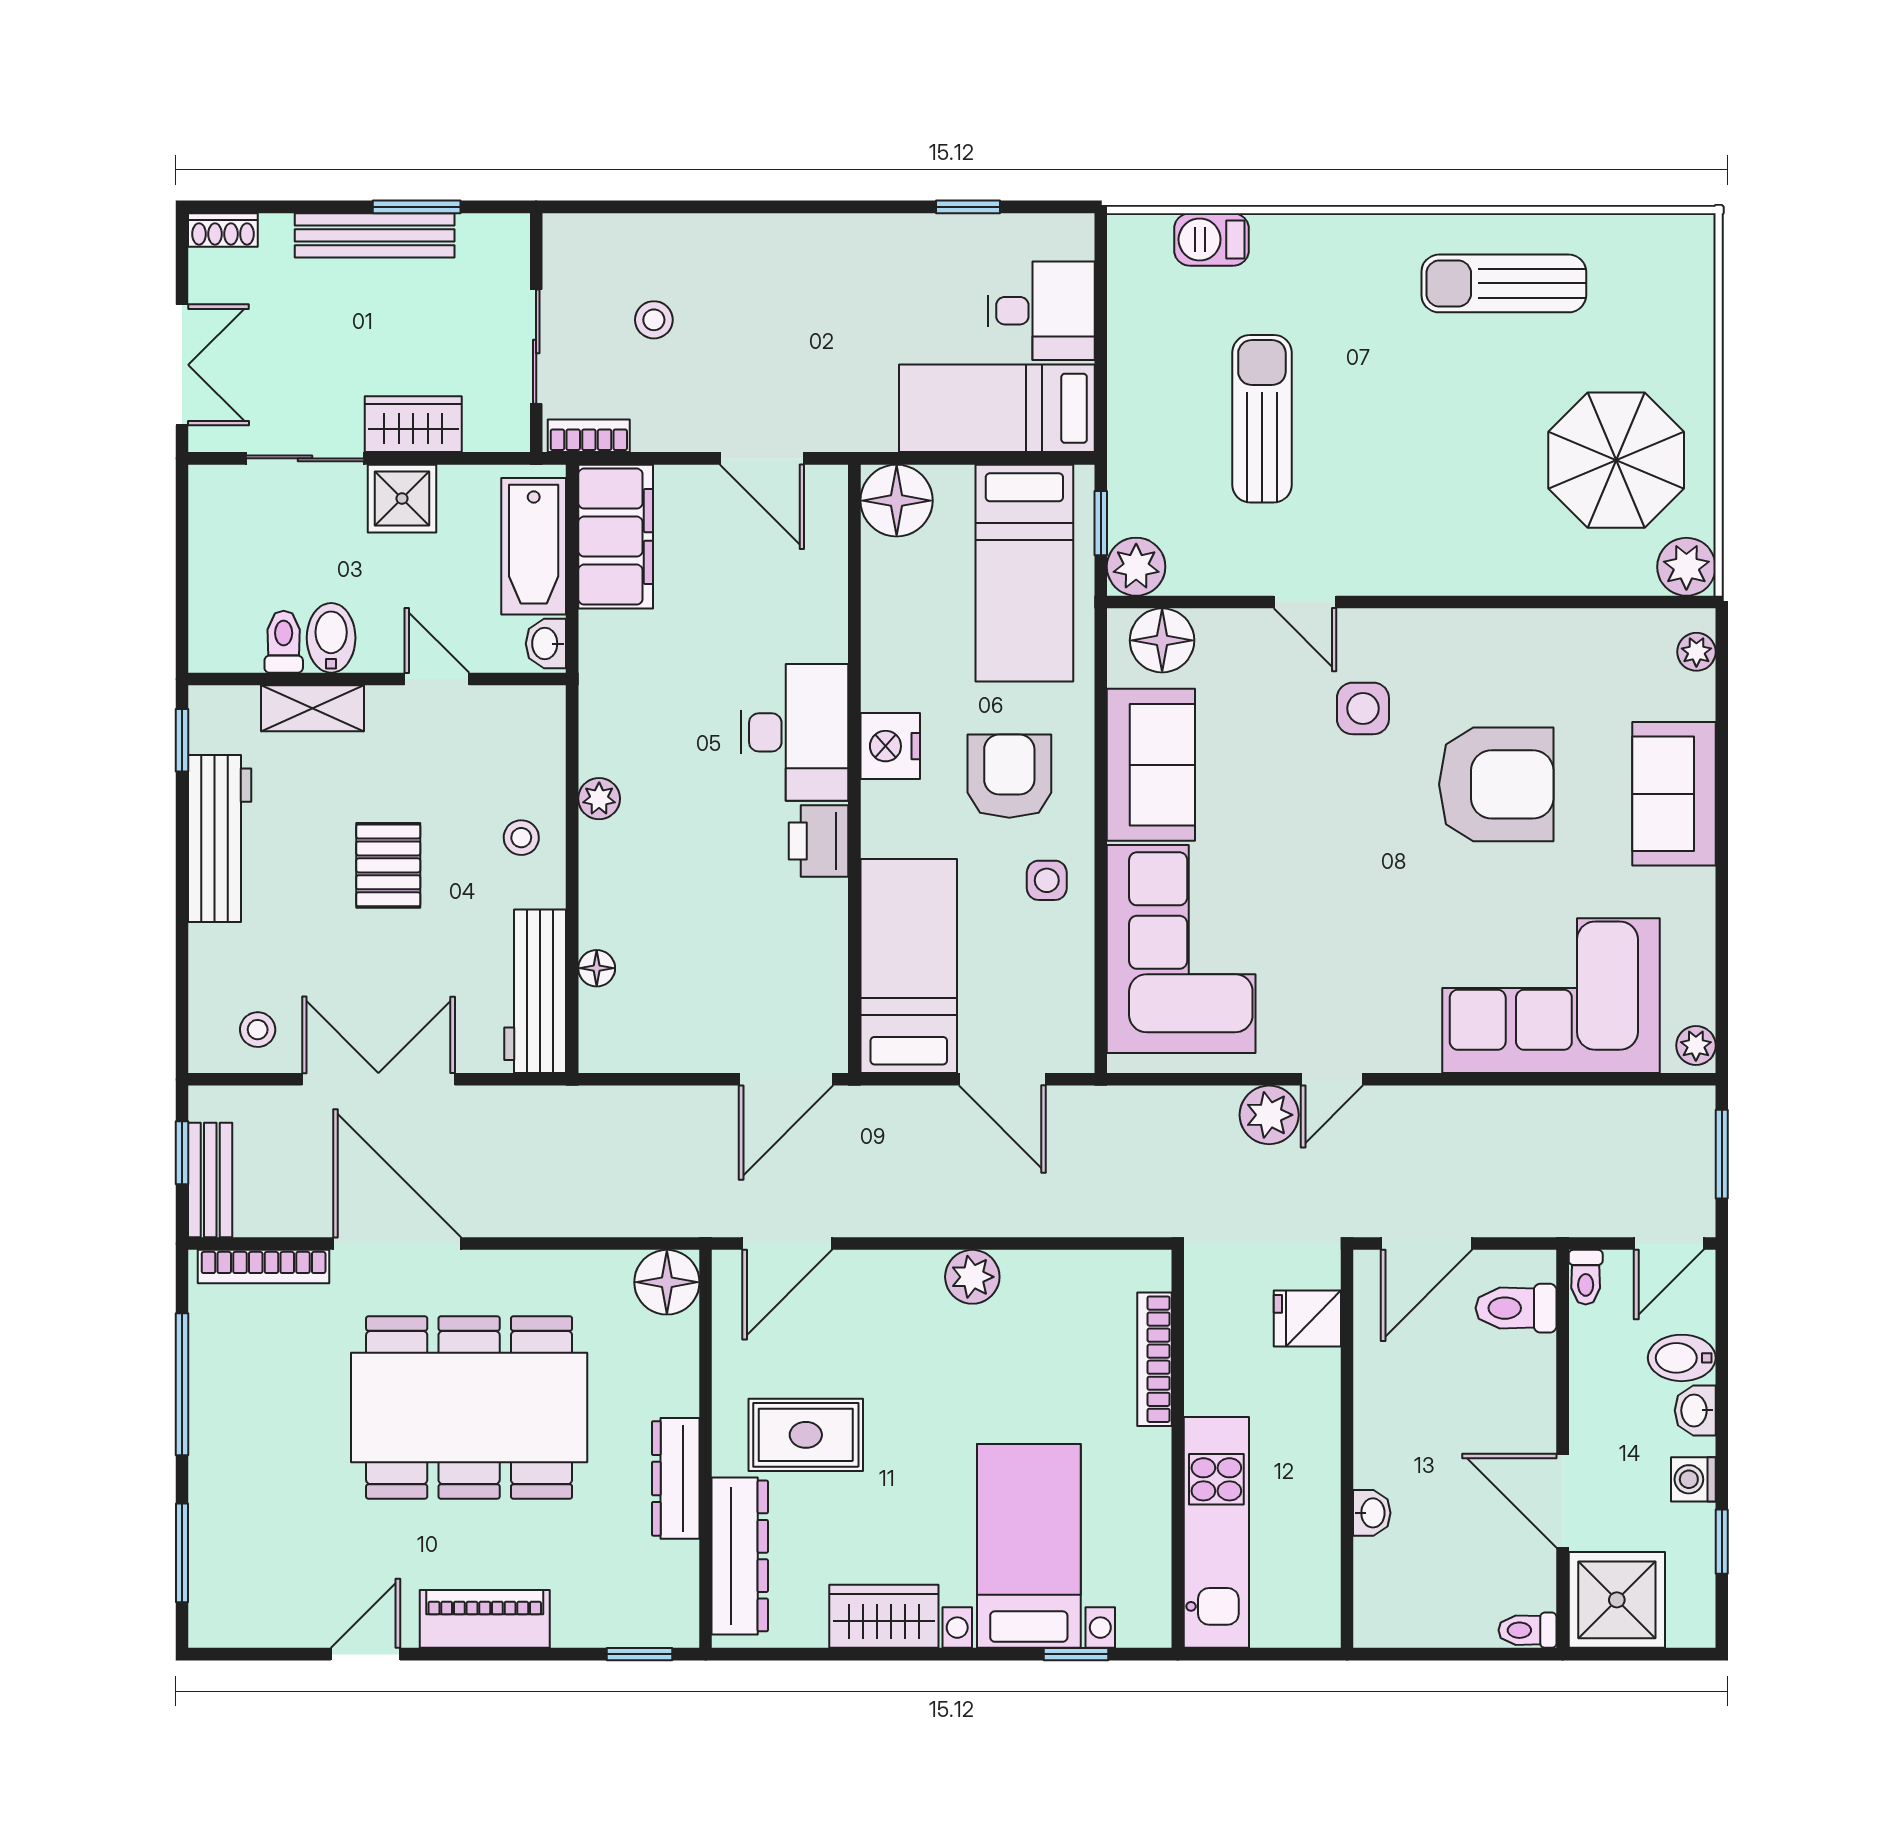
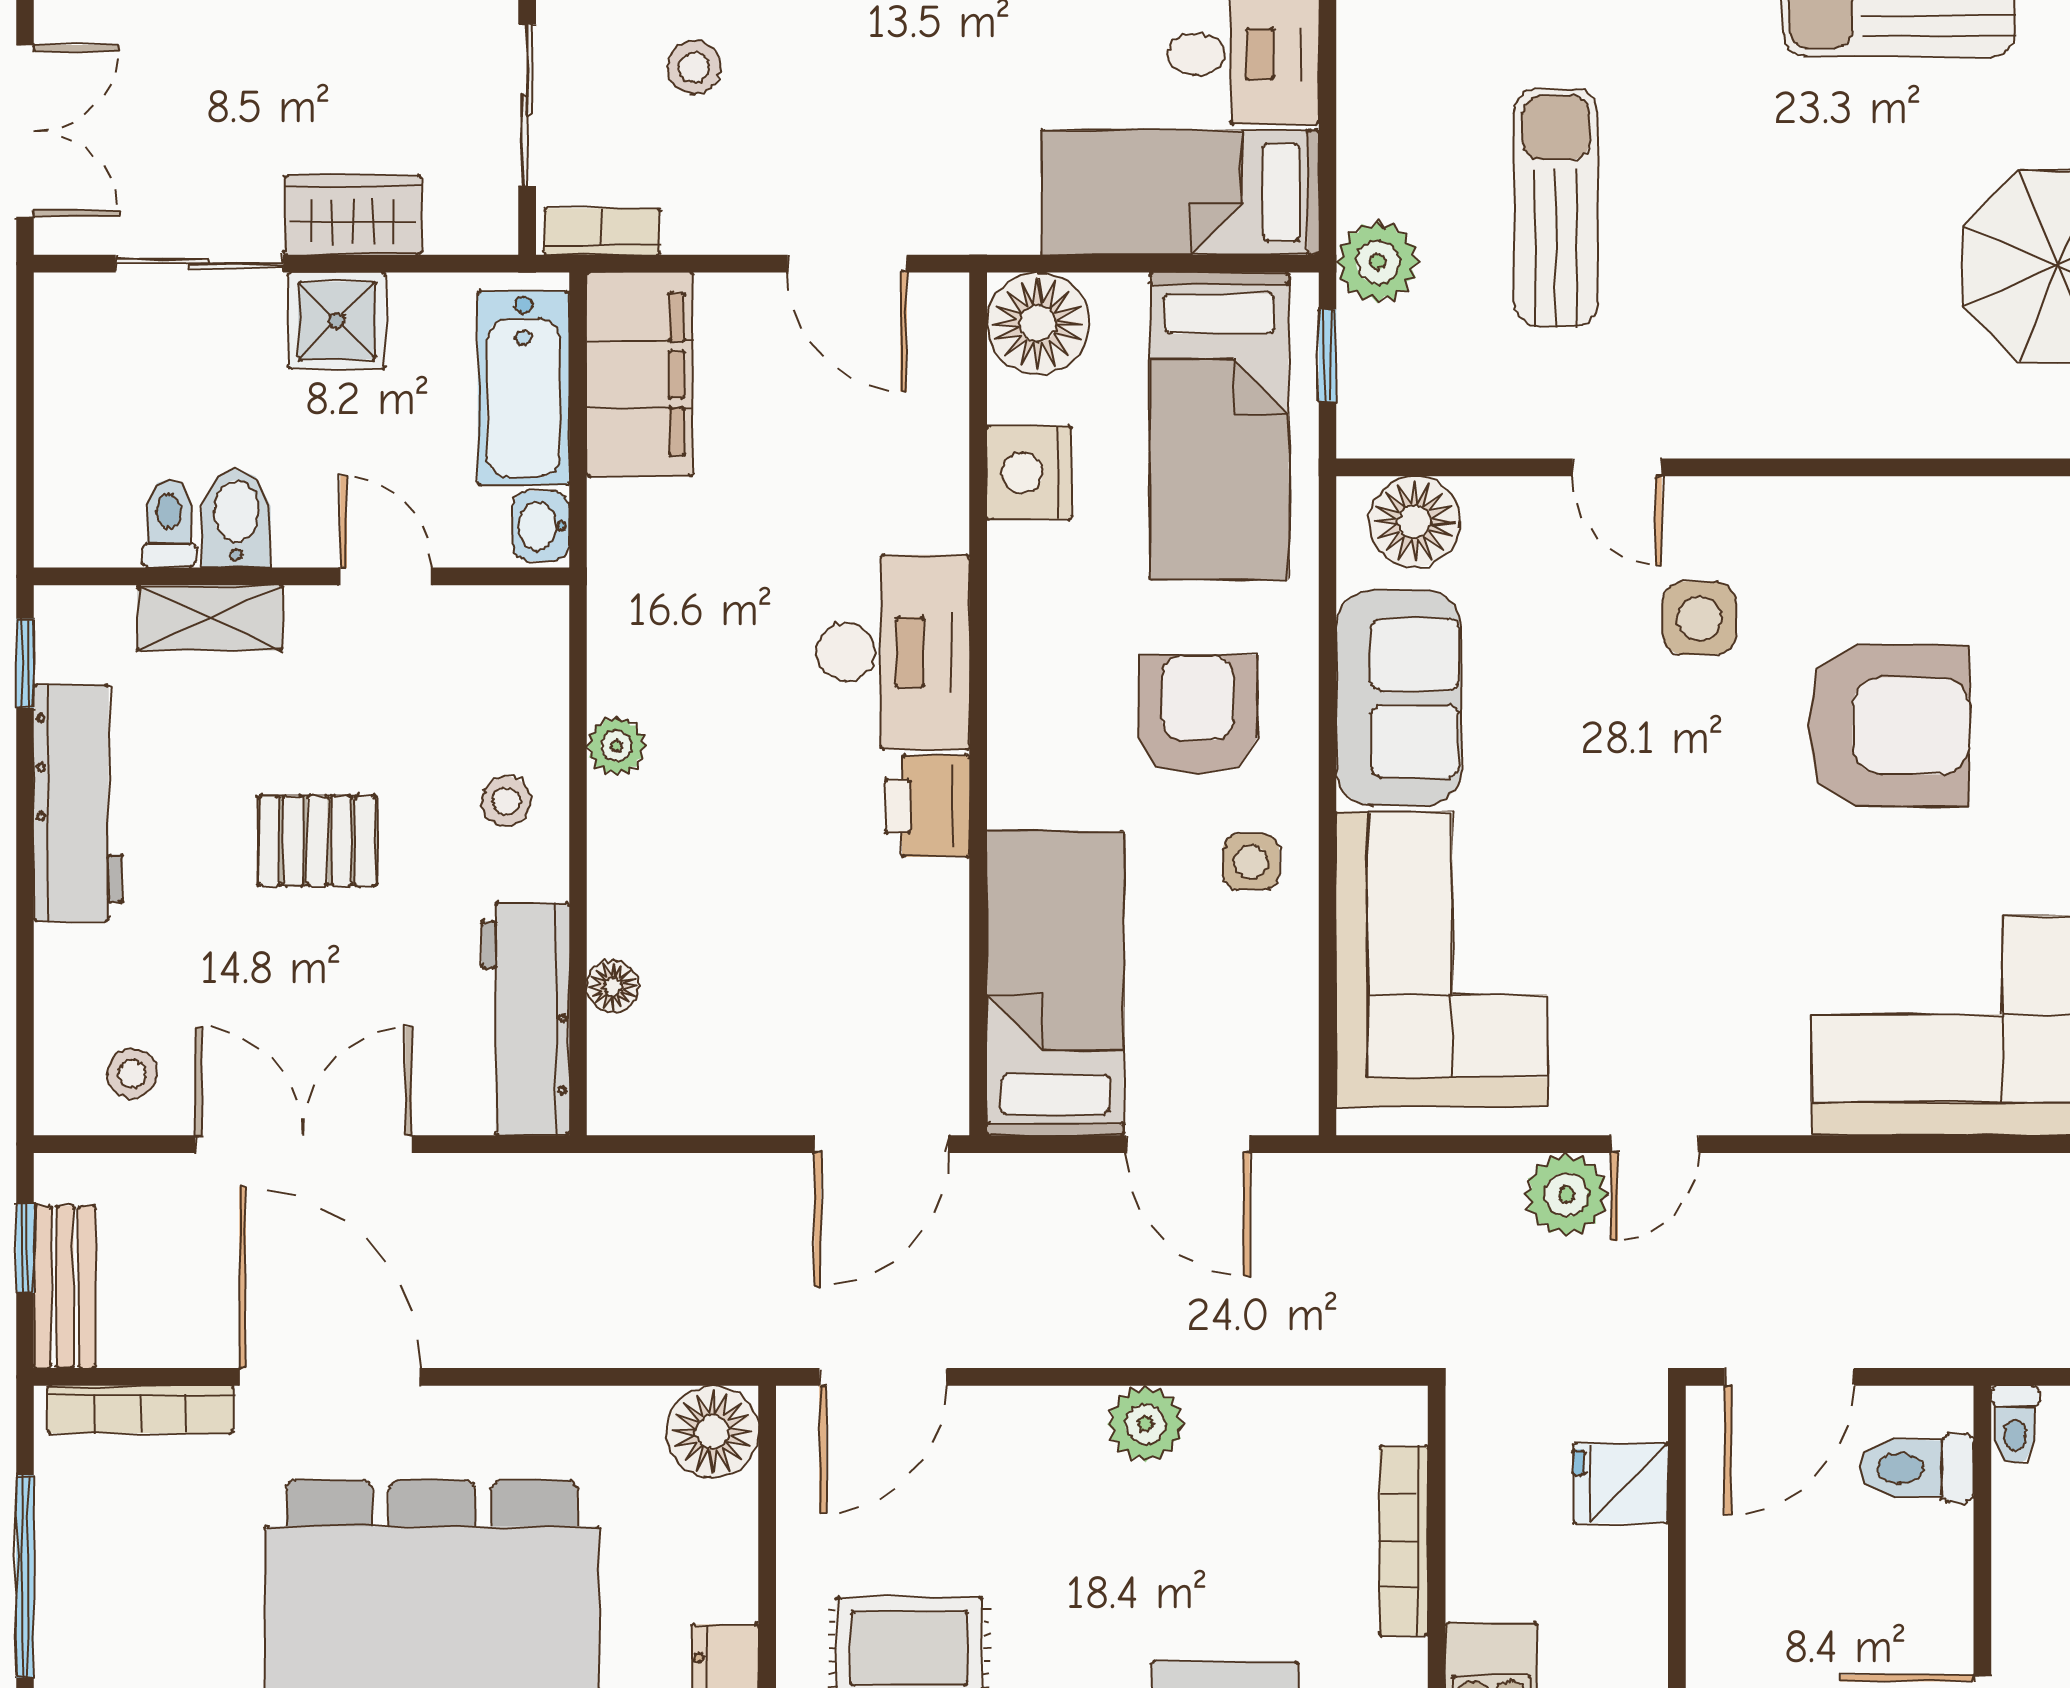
plant: (1136, 567) -> (1378, 262), moved
nightstand: (890, 746) -> (1029, 473), moved
pallet: (388, 865) -> (317, 841), turned 90

